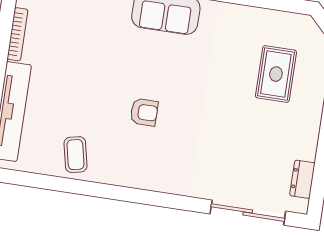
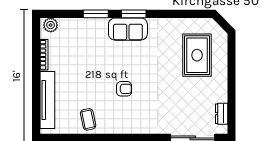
rug: (276, 74) -> (197, 55), width x1.36, depth x1.43

